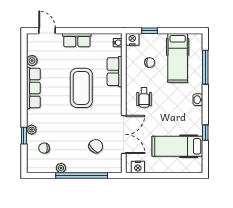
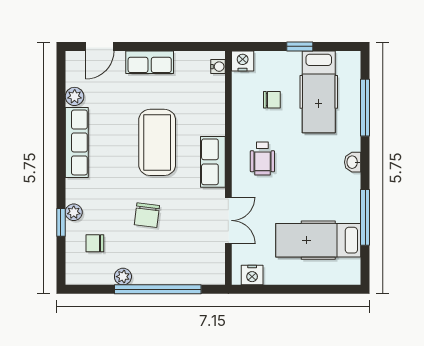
door: (47, 31) -> (100, 46), swing flipped
window: (150, 31) -> (300, 46), moved
row of seats: (115, 72) -> (213, 162), moved
window: (205, 133) -> (365, 217), width x2.17
double door: (124, 134) -> (228, 220), width x0.73
chair: (96, 146) -> (147, 215), moved, turned 143

